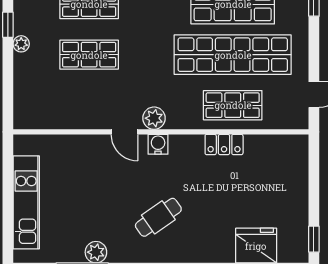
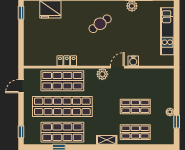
shop shelf: (233, 105) -> (62, 81), width x1.43, depth x1.36
door: (124, 132) -> (117, 67), hinge flipped
water cooler: (158, 144) -> (133, 61), moved

